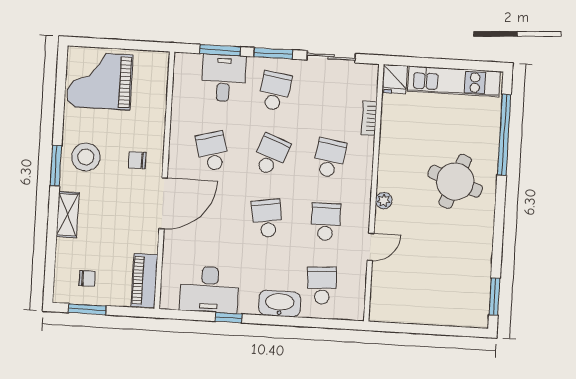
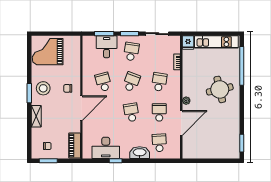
round table: (455, 181) -> (220, 89), turned -33
door: (371, 247) -> (181, 123), width x1.88

